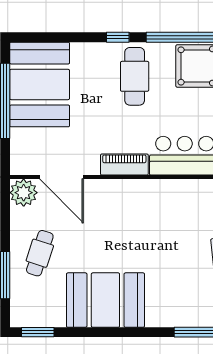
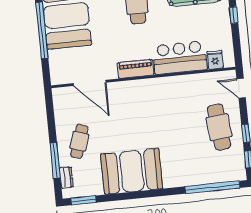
plant: (24, 193) -> (63, 97), removed
dresser: (18, 299) -> (66, 177), added

